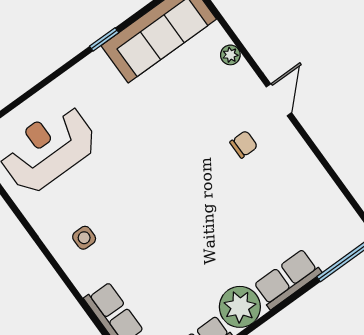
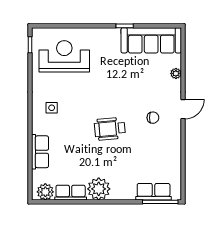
wheelchair: (192, 207) -> (110, 129), added
row of seats: (287, 279) -> (154, 192), moved

